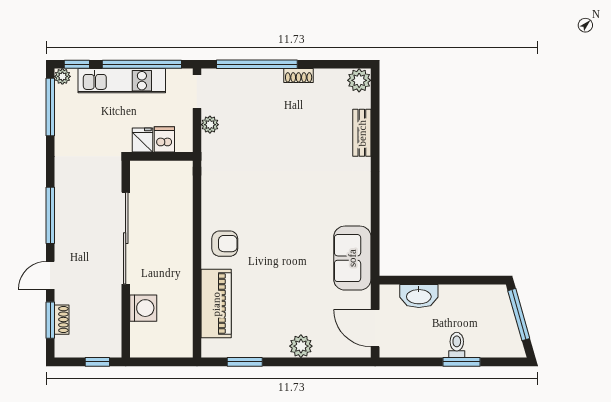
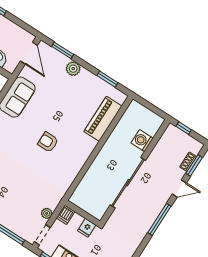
dishwasher: (164, 139) -> (66, 215), moved
armchair: (225, 244) -> (48, 142), moved
window: (331, 362) -> (63, 50), added

